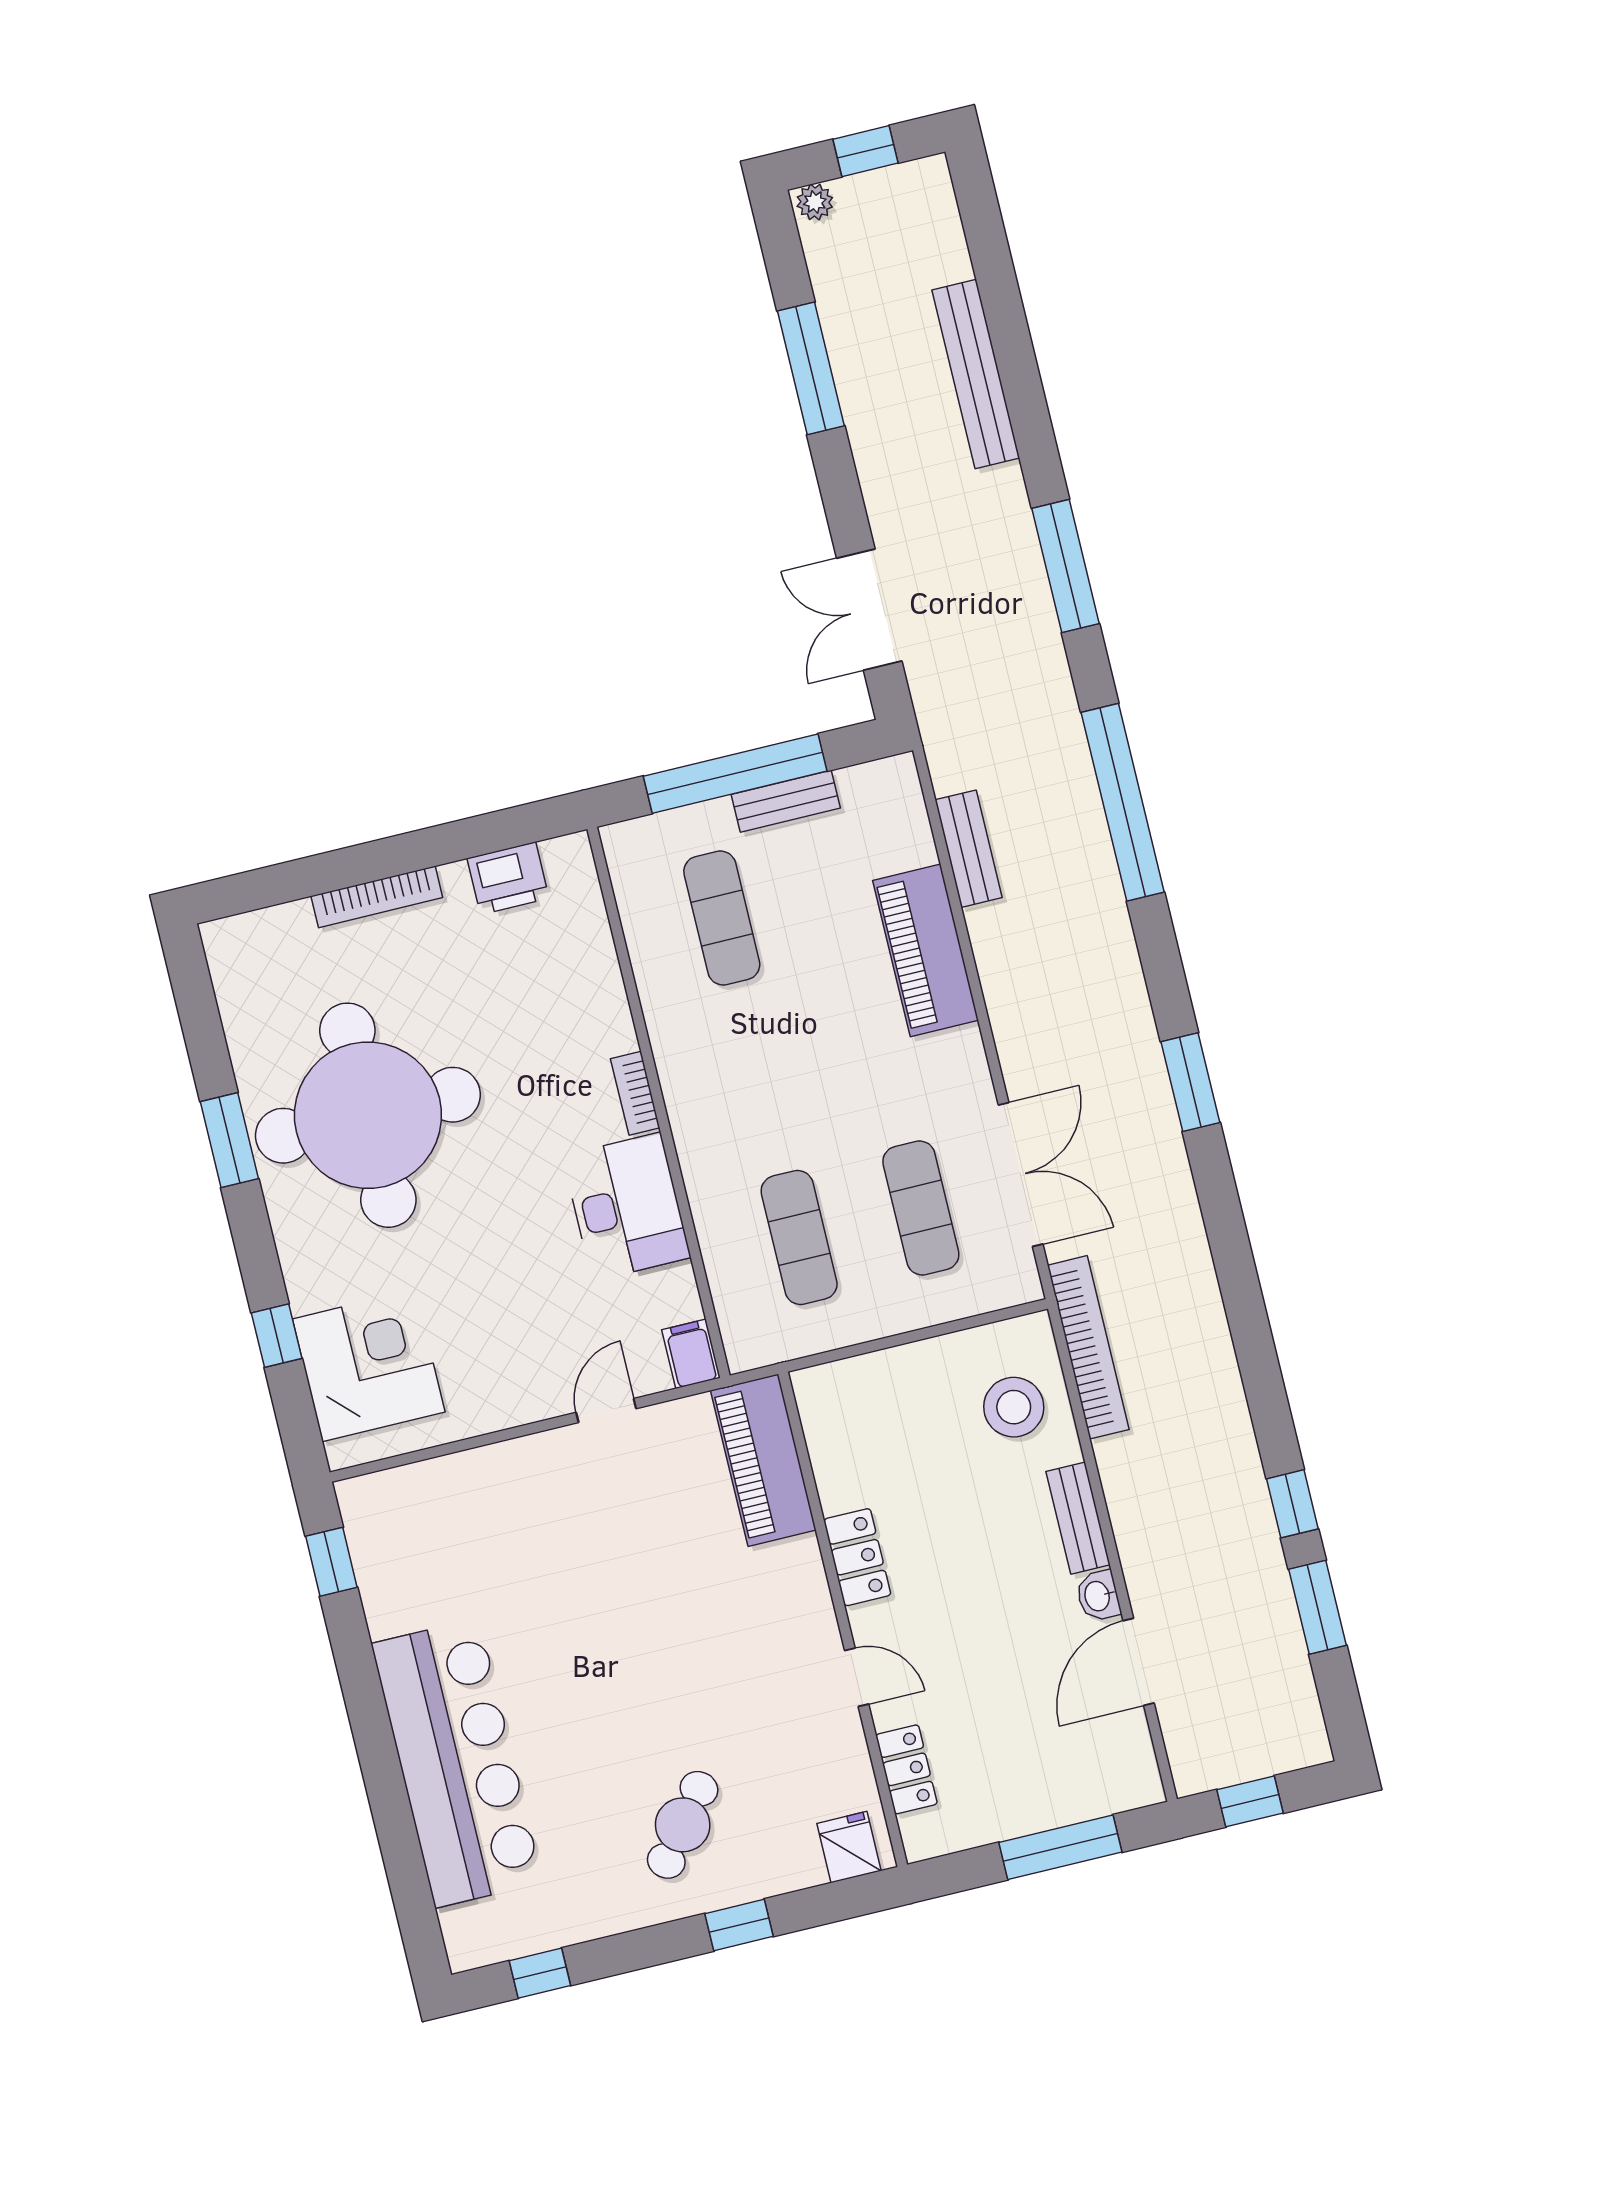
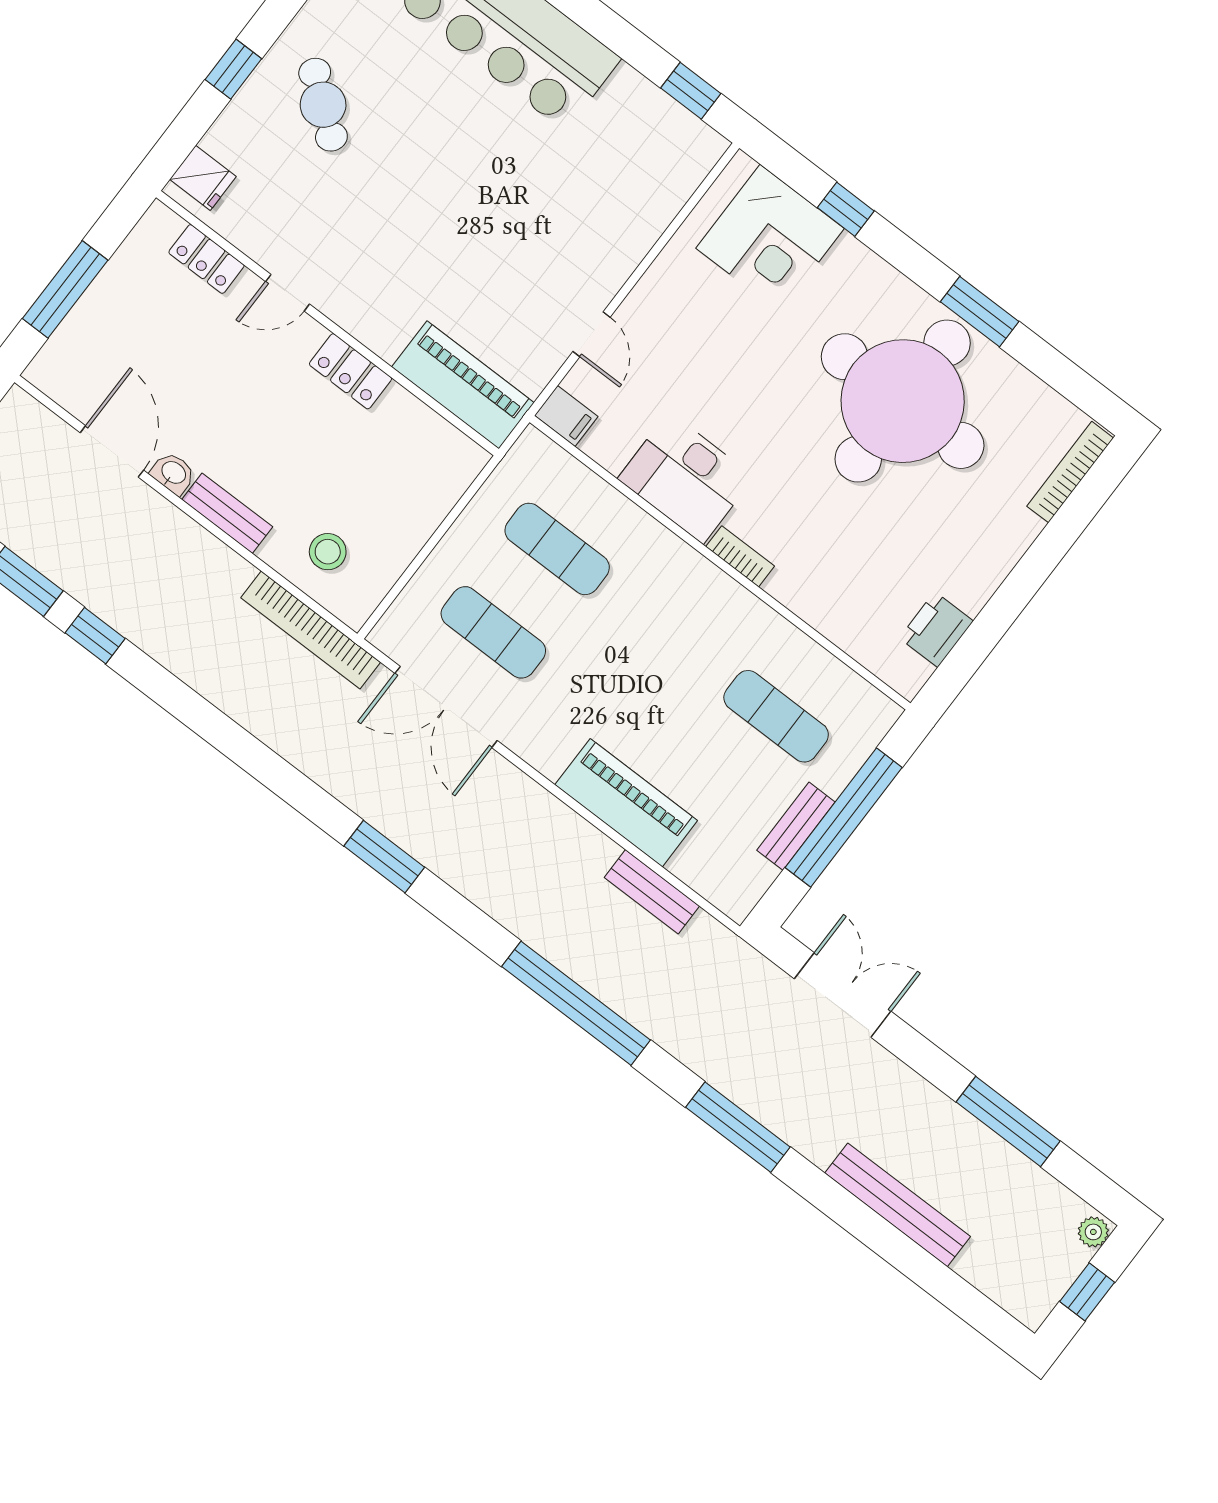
bookcase: (377, 897) -> (1070, 472), moved
stool: (1014, 1407) -> (328, 552), width x0.73, depth x0.73

